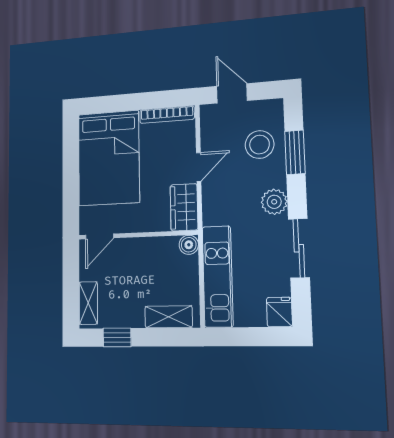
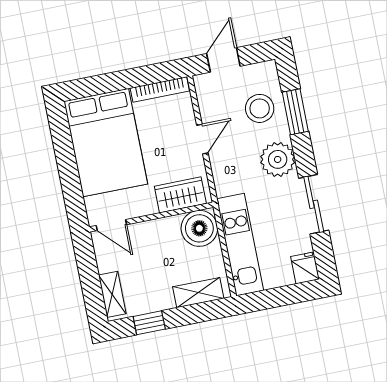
door: (232, 93) -> (223, 60), hinge flipped
plant: (274, 202) -> (278, 159), width x1.36, depth x1.36
wardrobe: (184, 207) -> (180, 195), moved, turned 90
door: (100, 236) -> (111, 225), hinge flipped
boiler: (189, 245) -> (199, 228), width x1.86, depth x1.86

